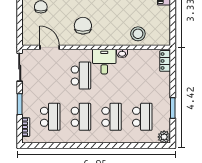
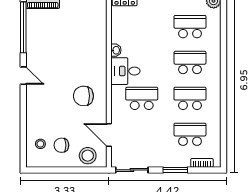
stool: (138, 34) -> (88, 156), moved
door: (50, 47) -> (109, 135), hinge flipped

